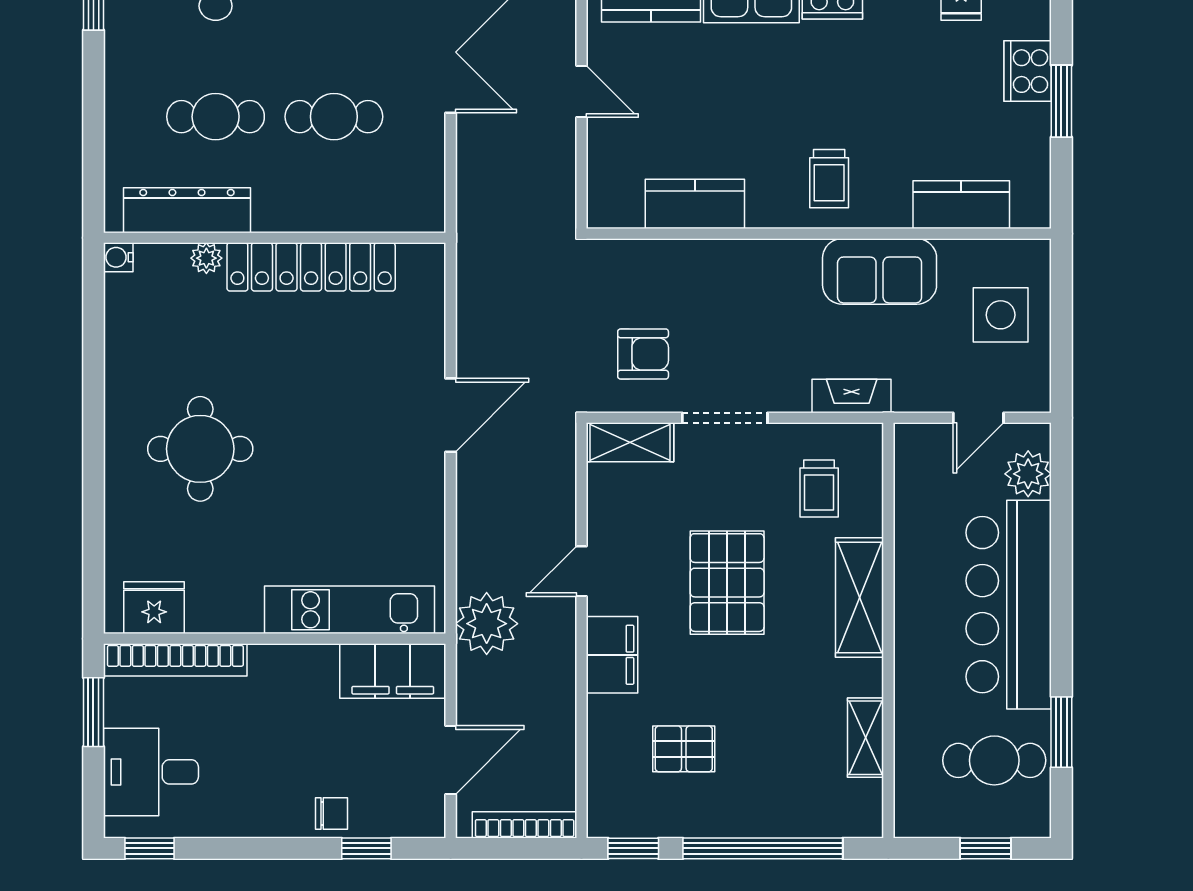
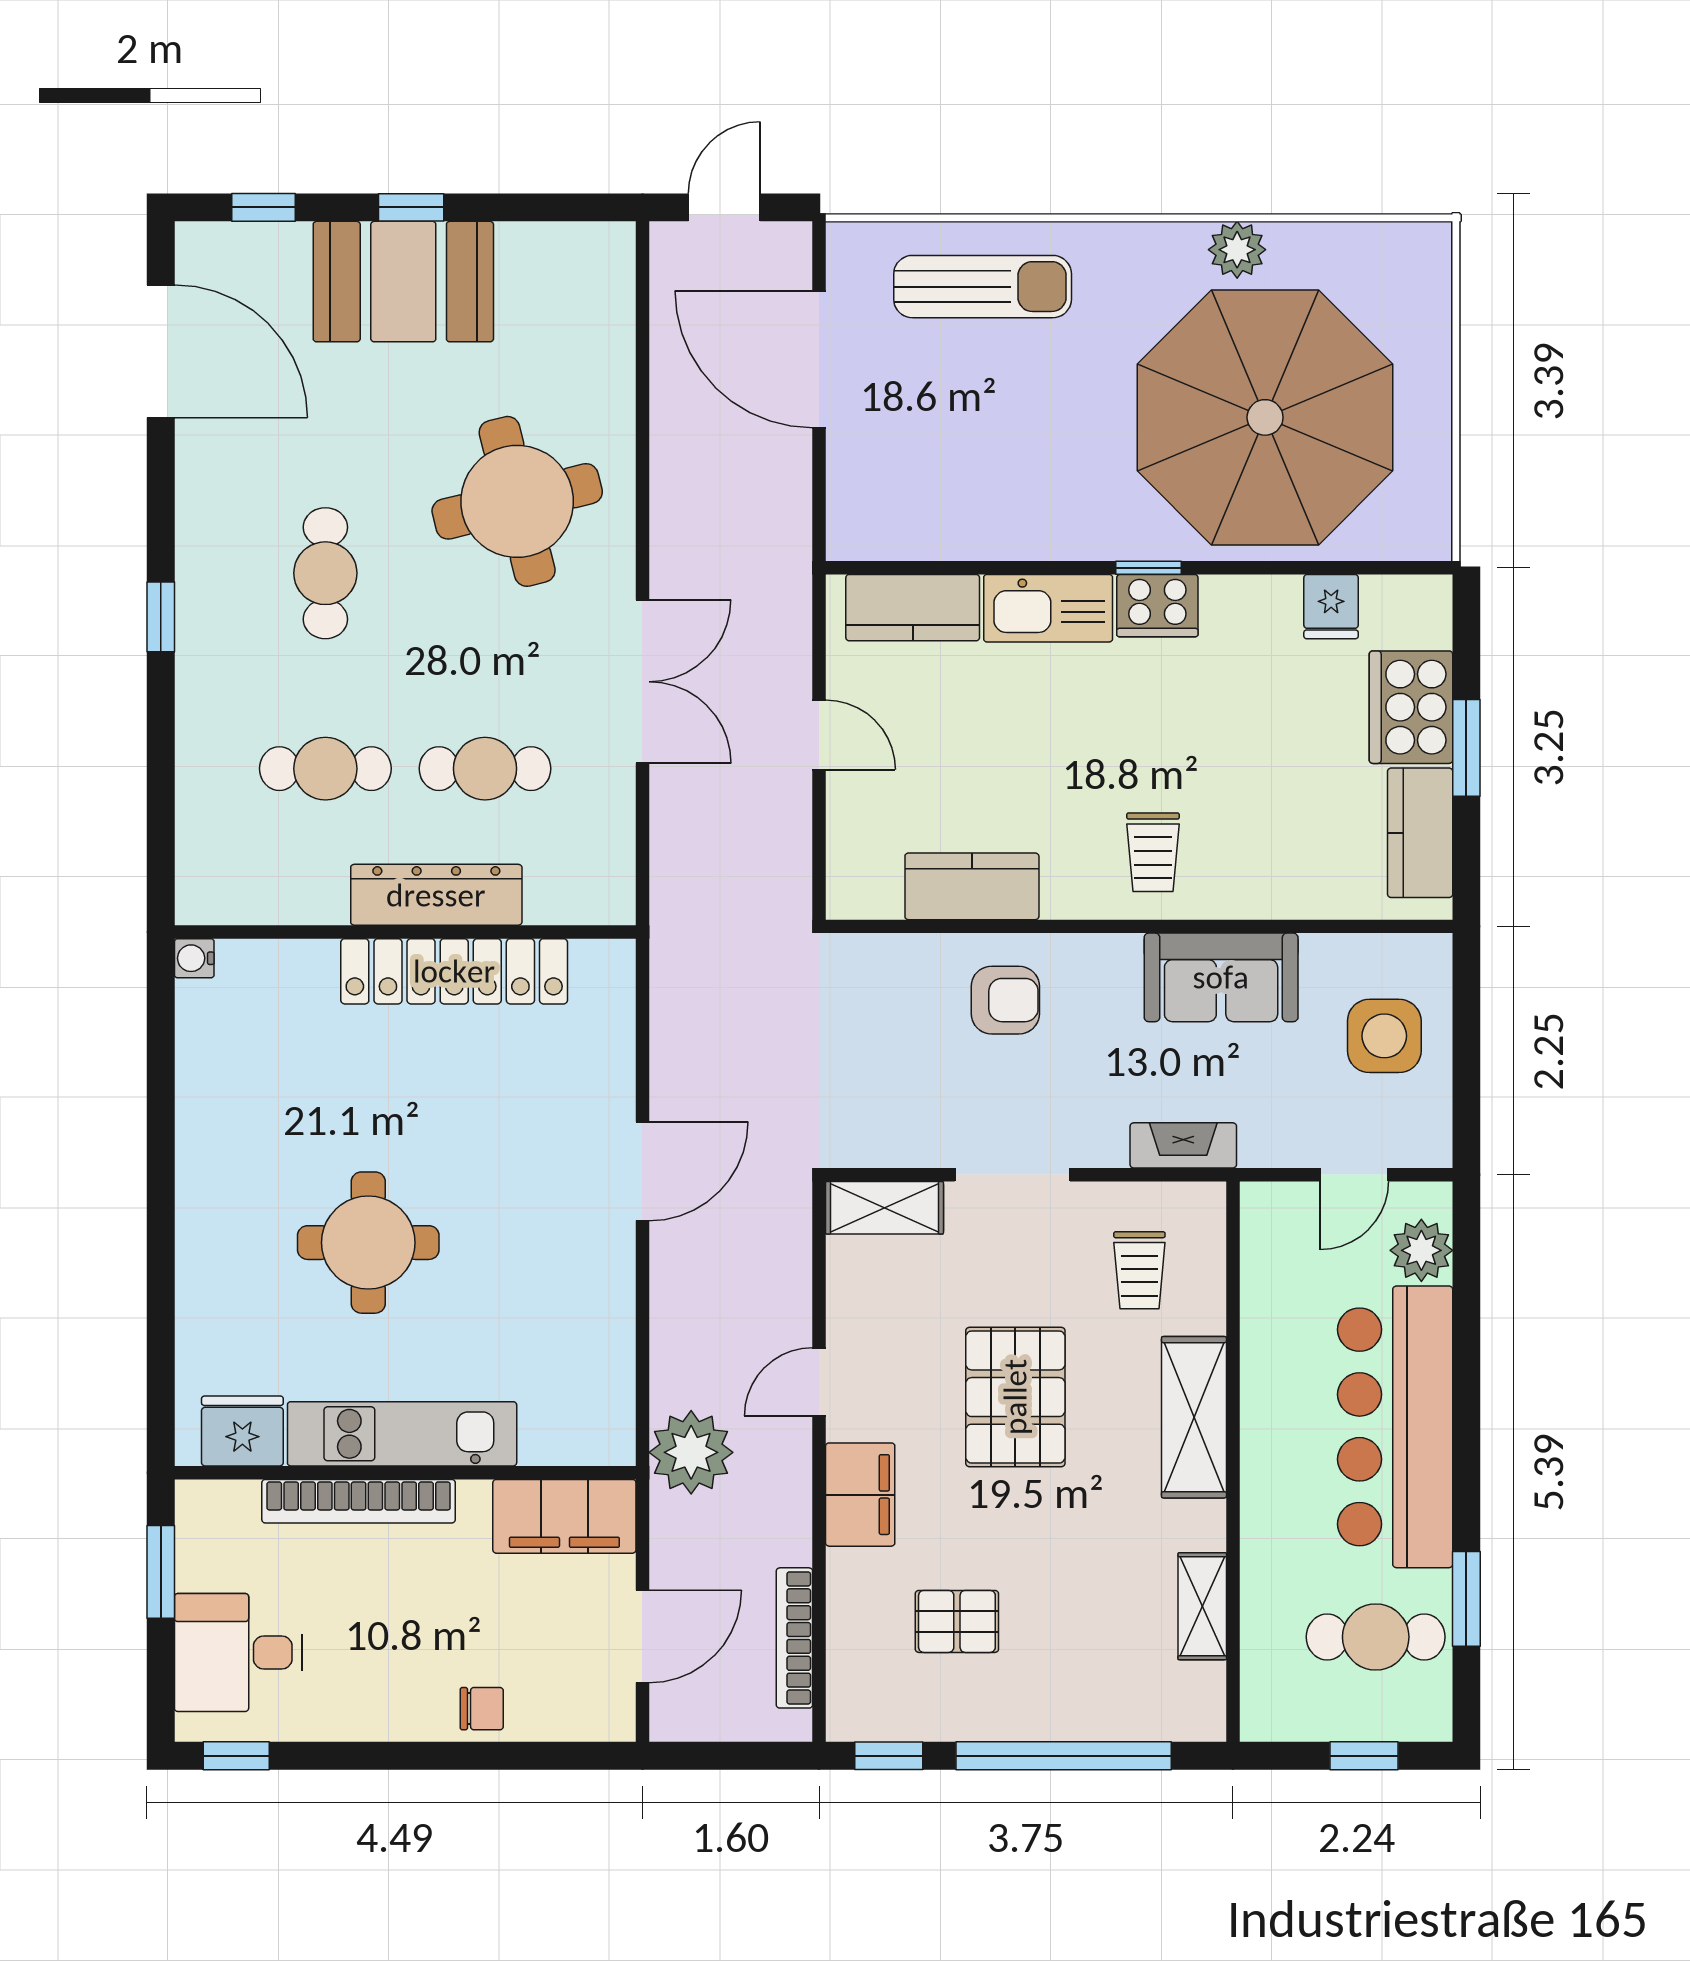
cooker: (1028, 71) -> (1411, 707), width x1.37, depth x1.31
kitchen counter: (961, 205) -> (1420, 833), moved, turned -90
dresser: (187, 210) -> (436, 895), moved
plant: (206, 258) -> (313, 959), removed
armchair: (643, 354) -> (1005, 1000), moved
round table: (200, 449) -> (368, 1243), moved
kitchen unit: (350, 610) -> (402, 1434), moved
bookcase: (175, 660) -> (359, 1501), moved
bookcase: (525, 825) -> (794, 1638), moved, turned -90
window: (366, 848) -> (529, 1756), removed

